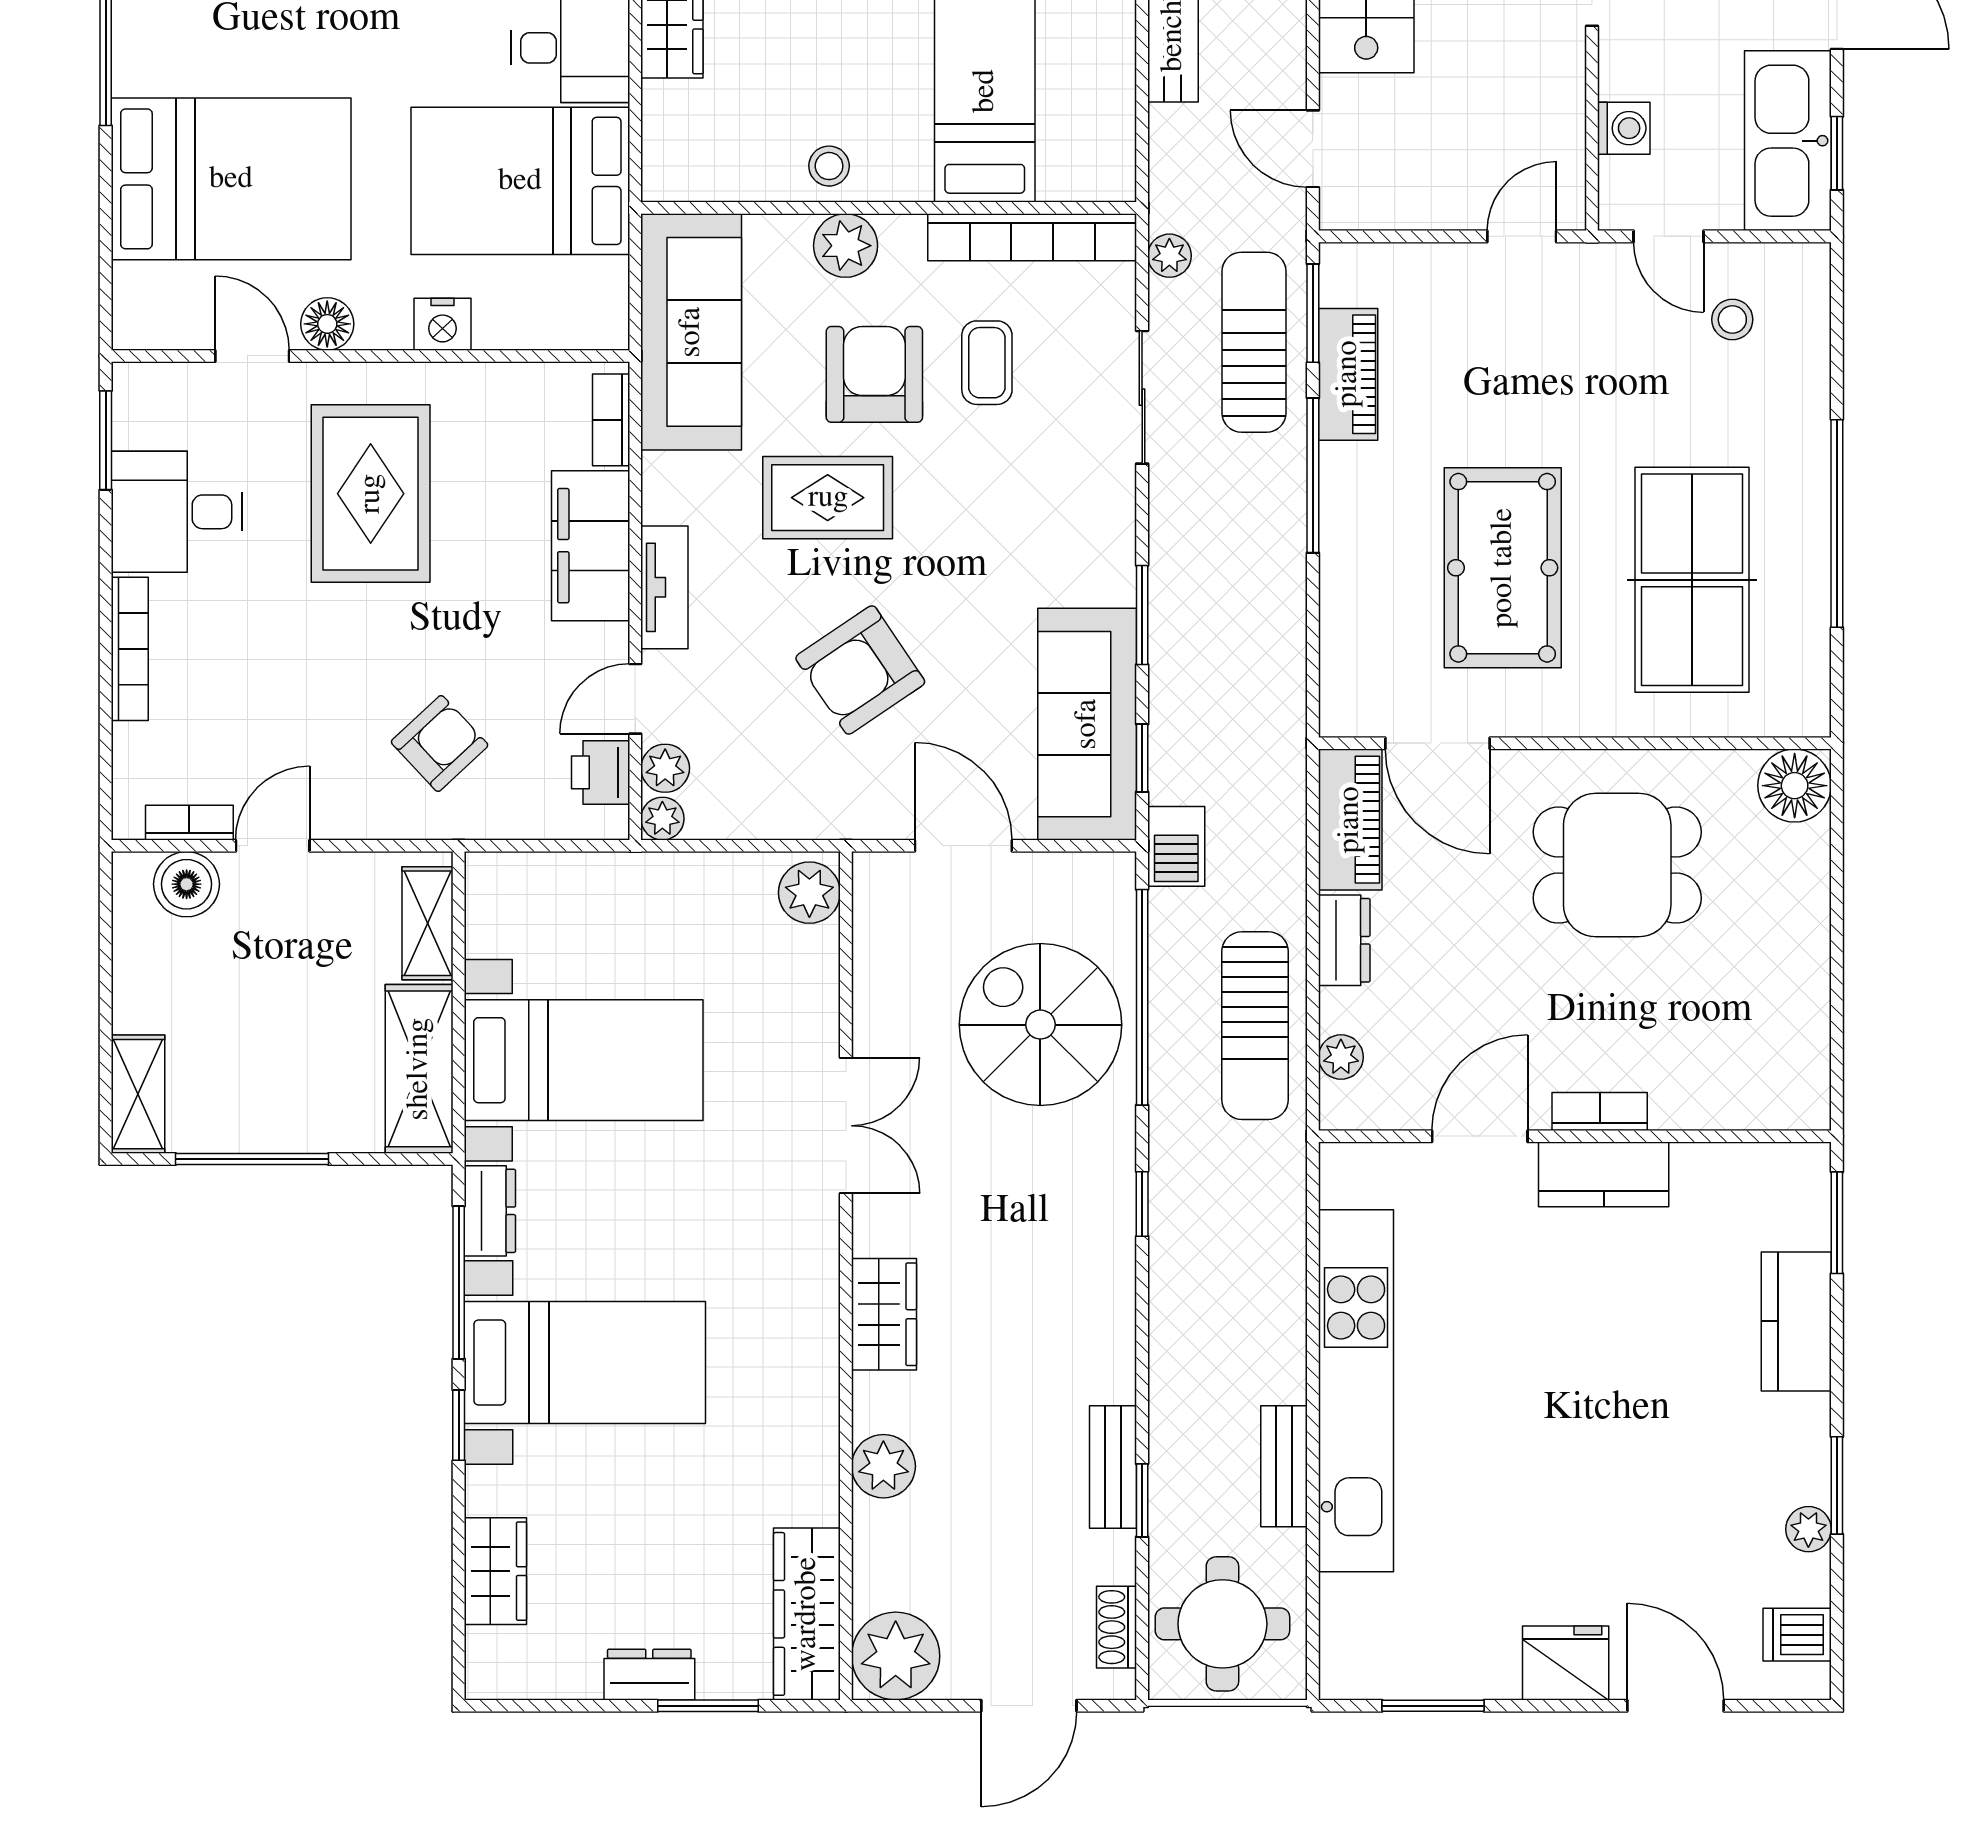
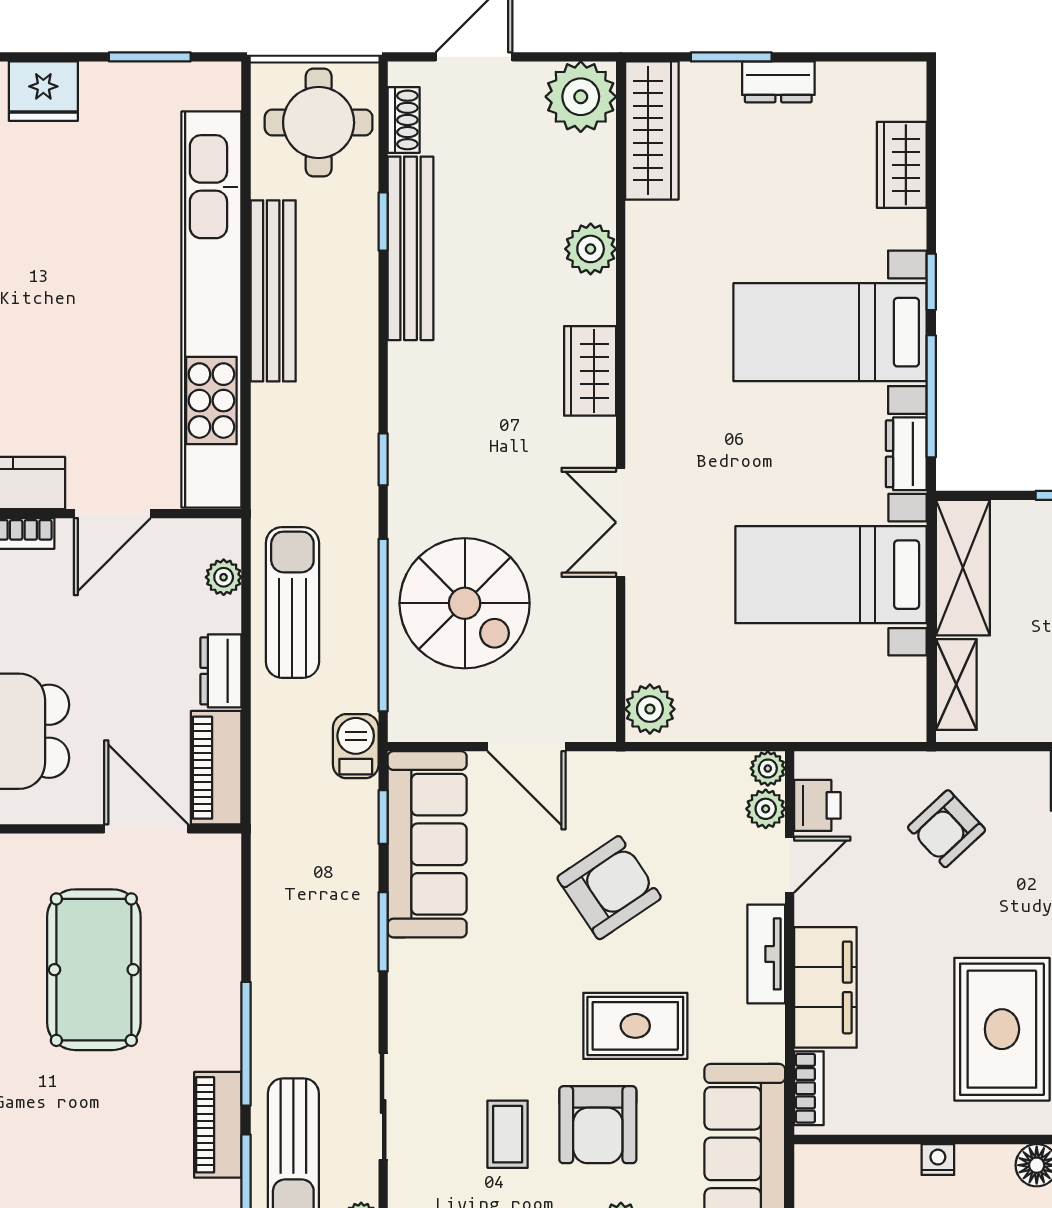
nightstand: (442, 324) -> (938, 1160), width x0.72, depth x0.74
kitchen unit: (1356, 1391) -> (211, 309), width x1.36
bench: (1284, 1466) -> (273, 291), width x1.86, depth x1.21
bench: (1113, 1467) -> (410, 248), width x1.86, depth x1.21

